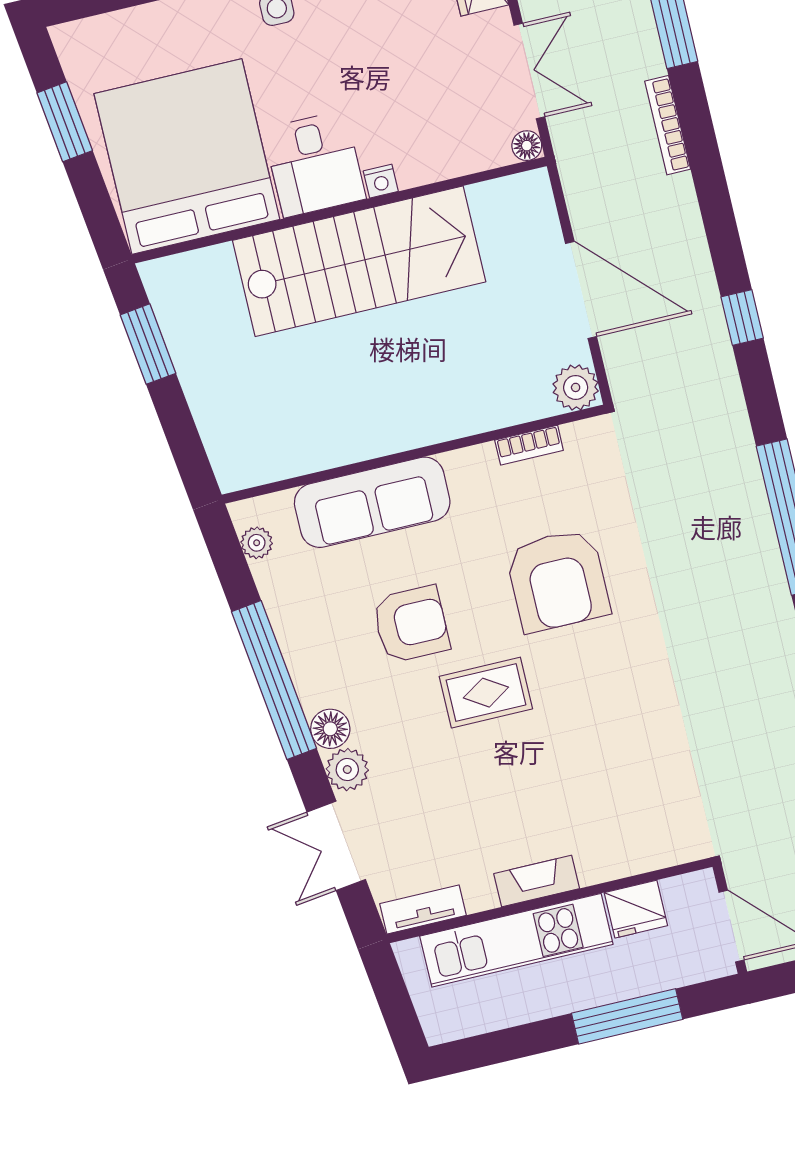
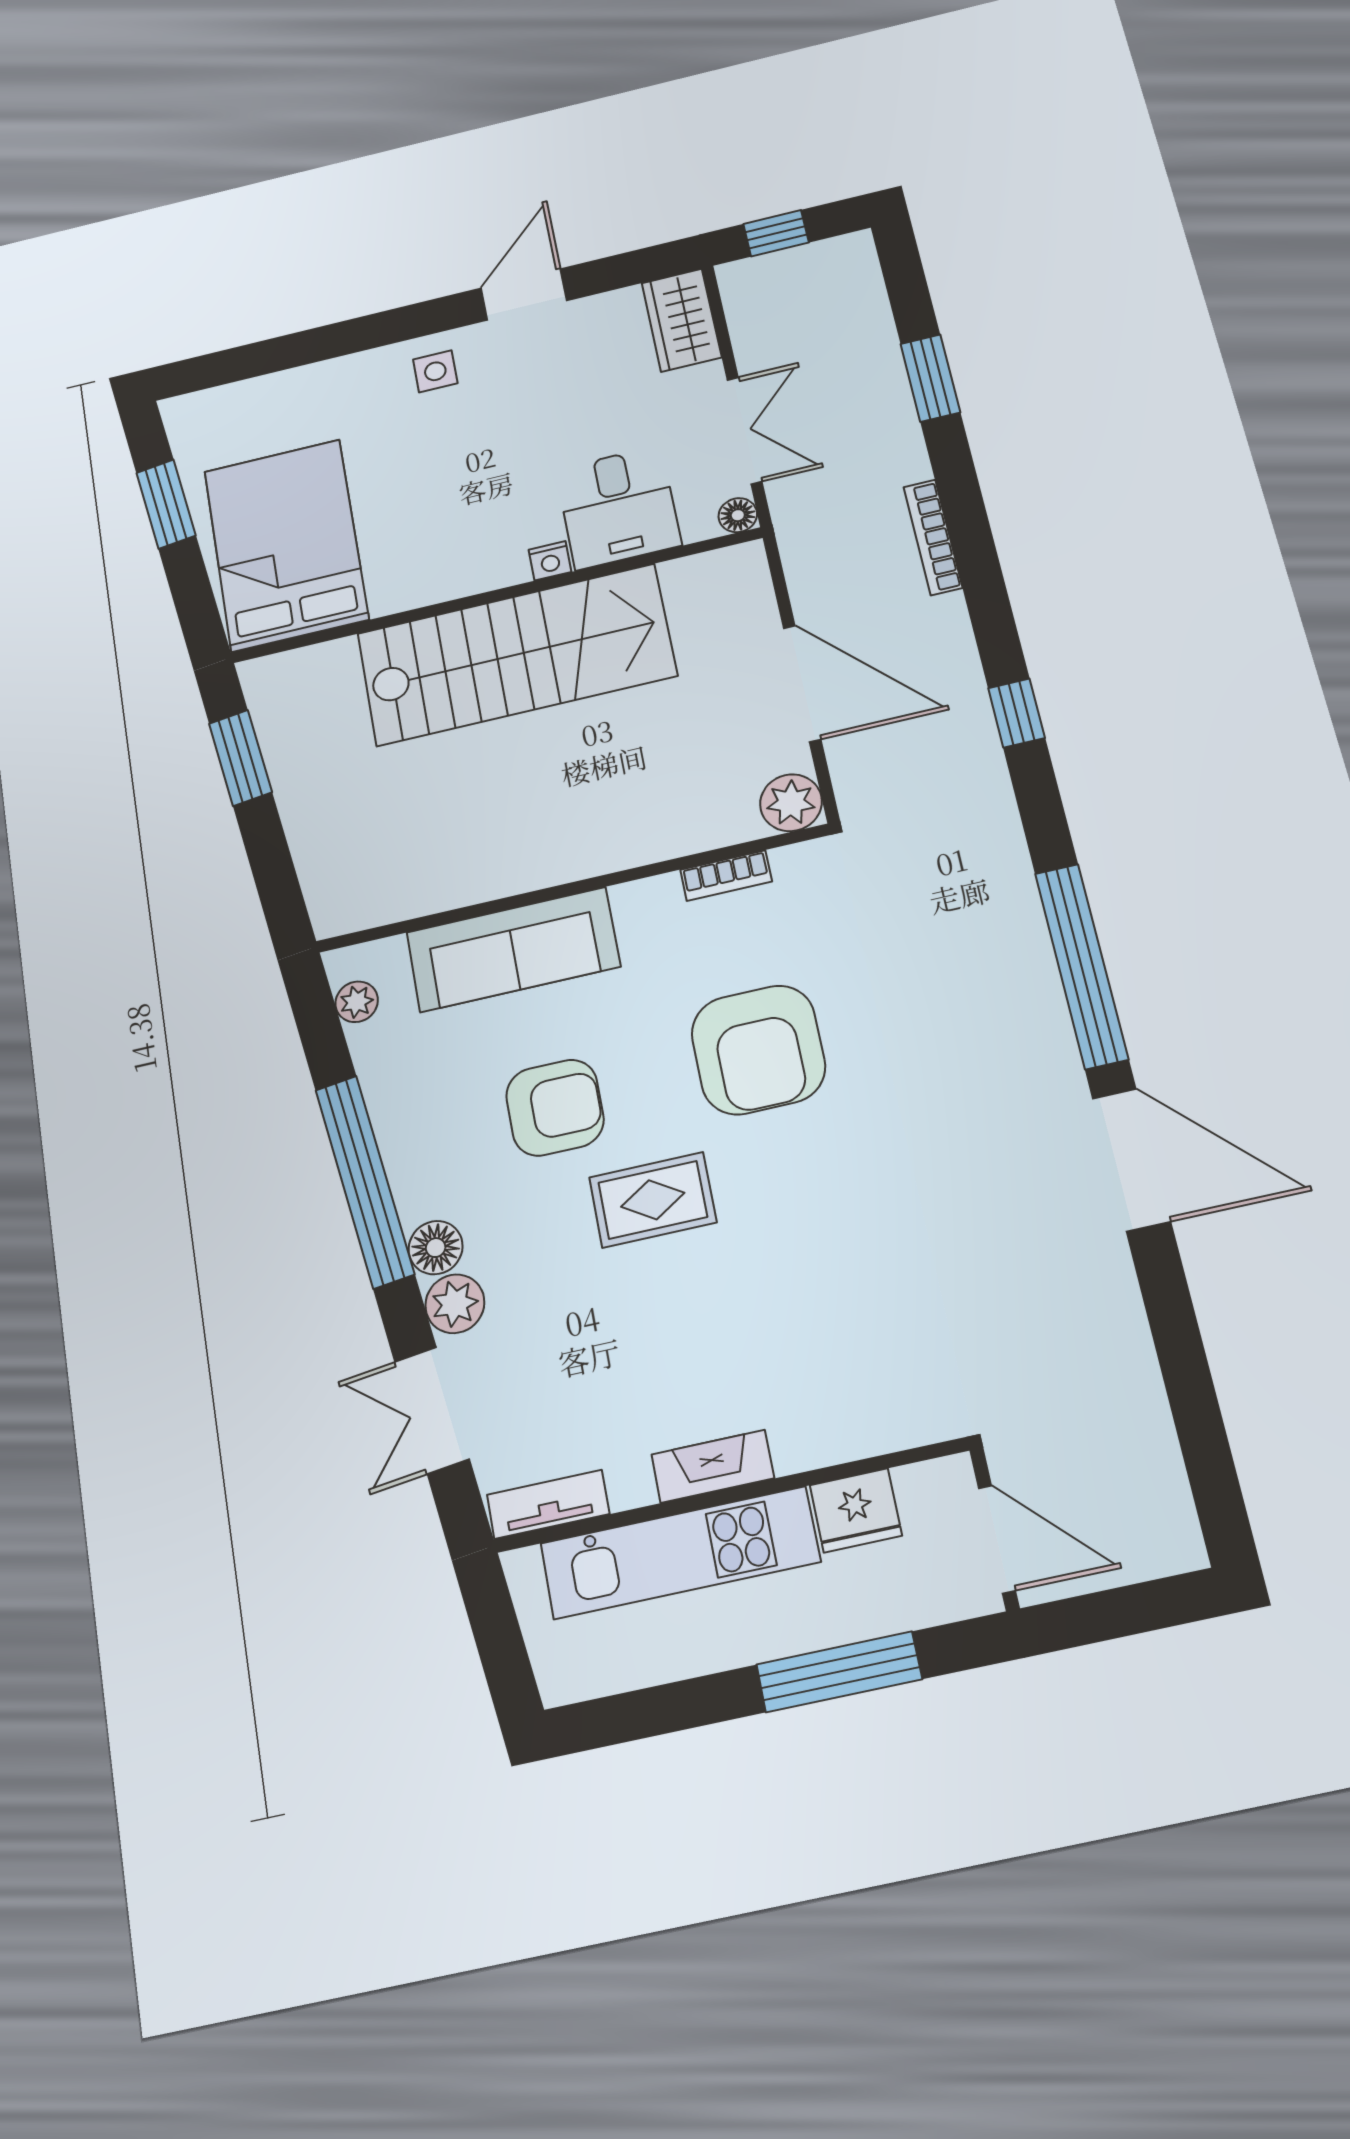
bookcase: (668, 125) -> (933, 537), moved
bed: (187, 156) -> (286, 545), width x0.73
desk: (314, 164) -> (618, 507), moved

